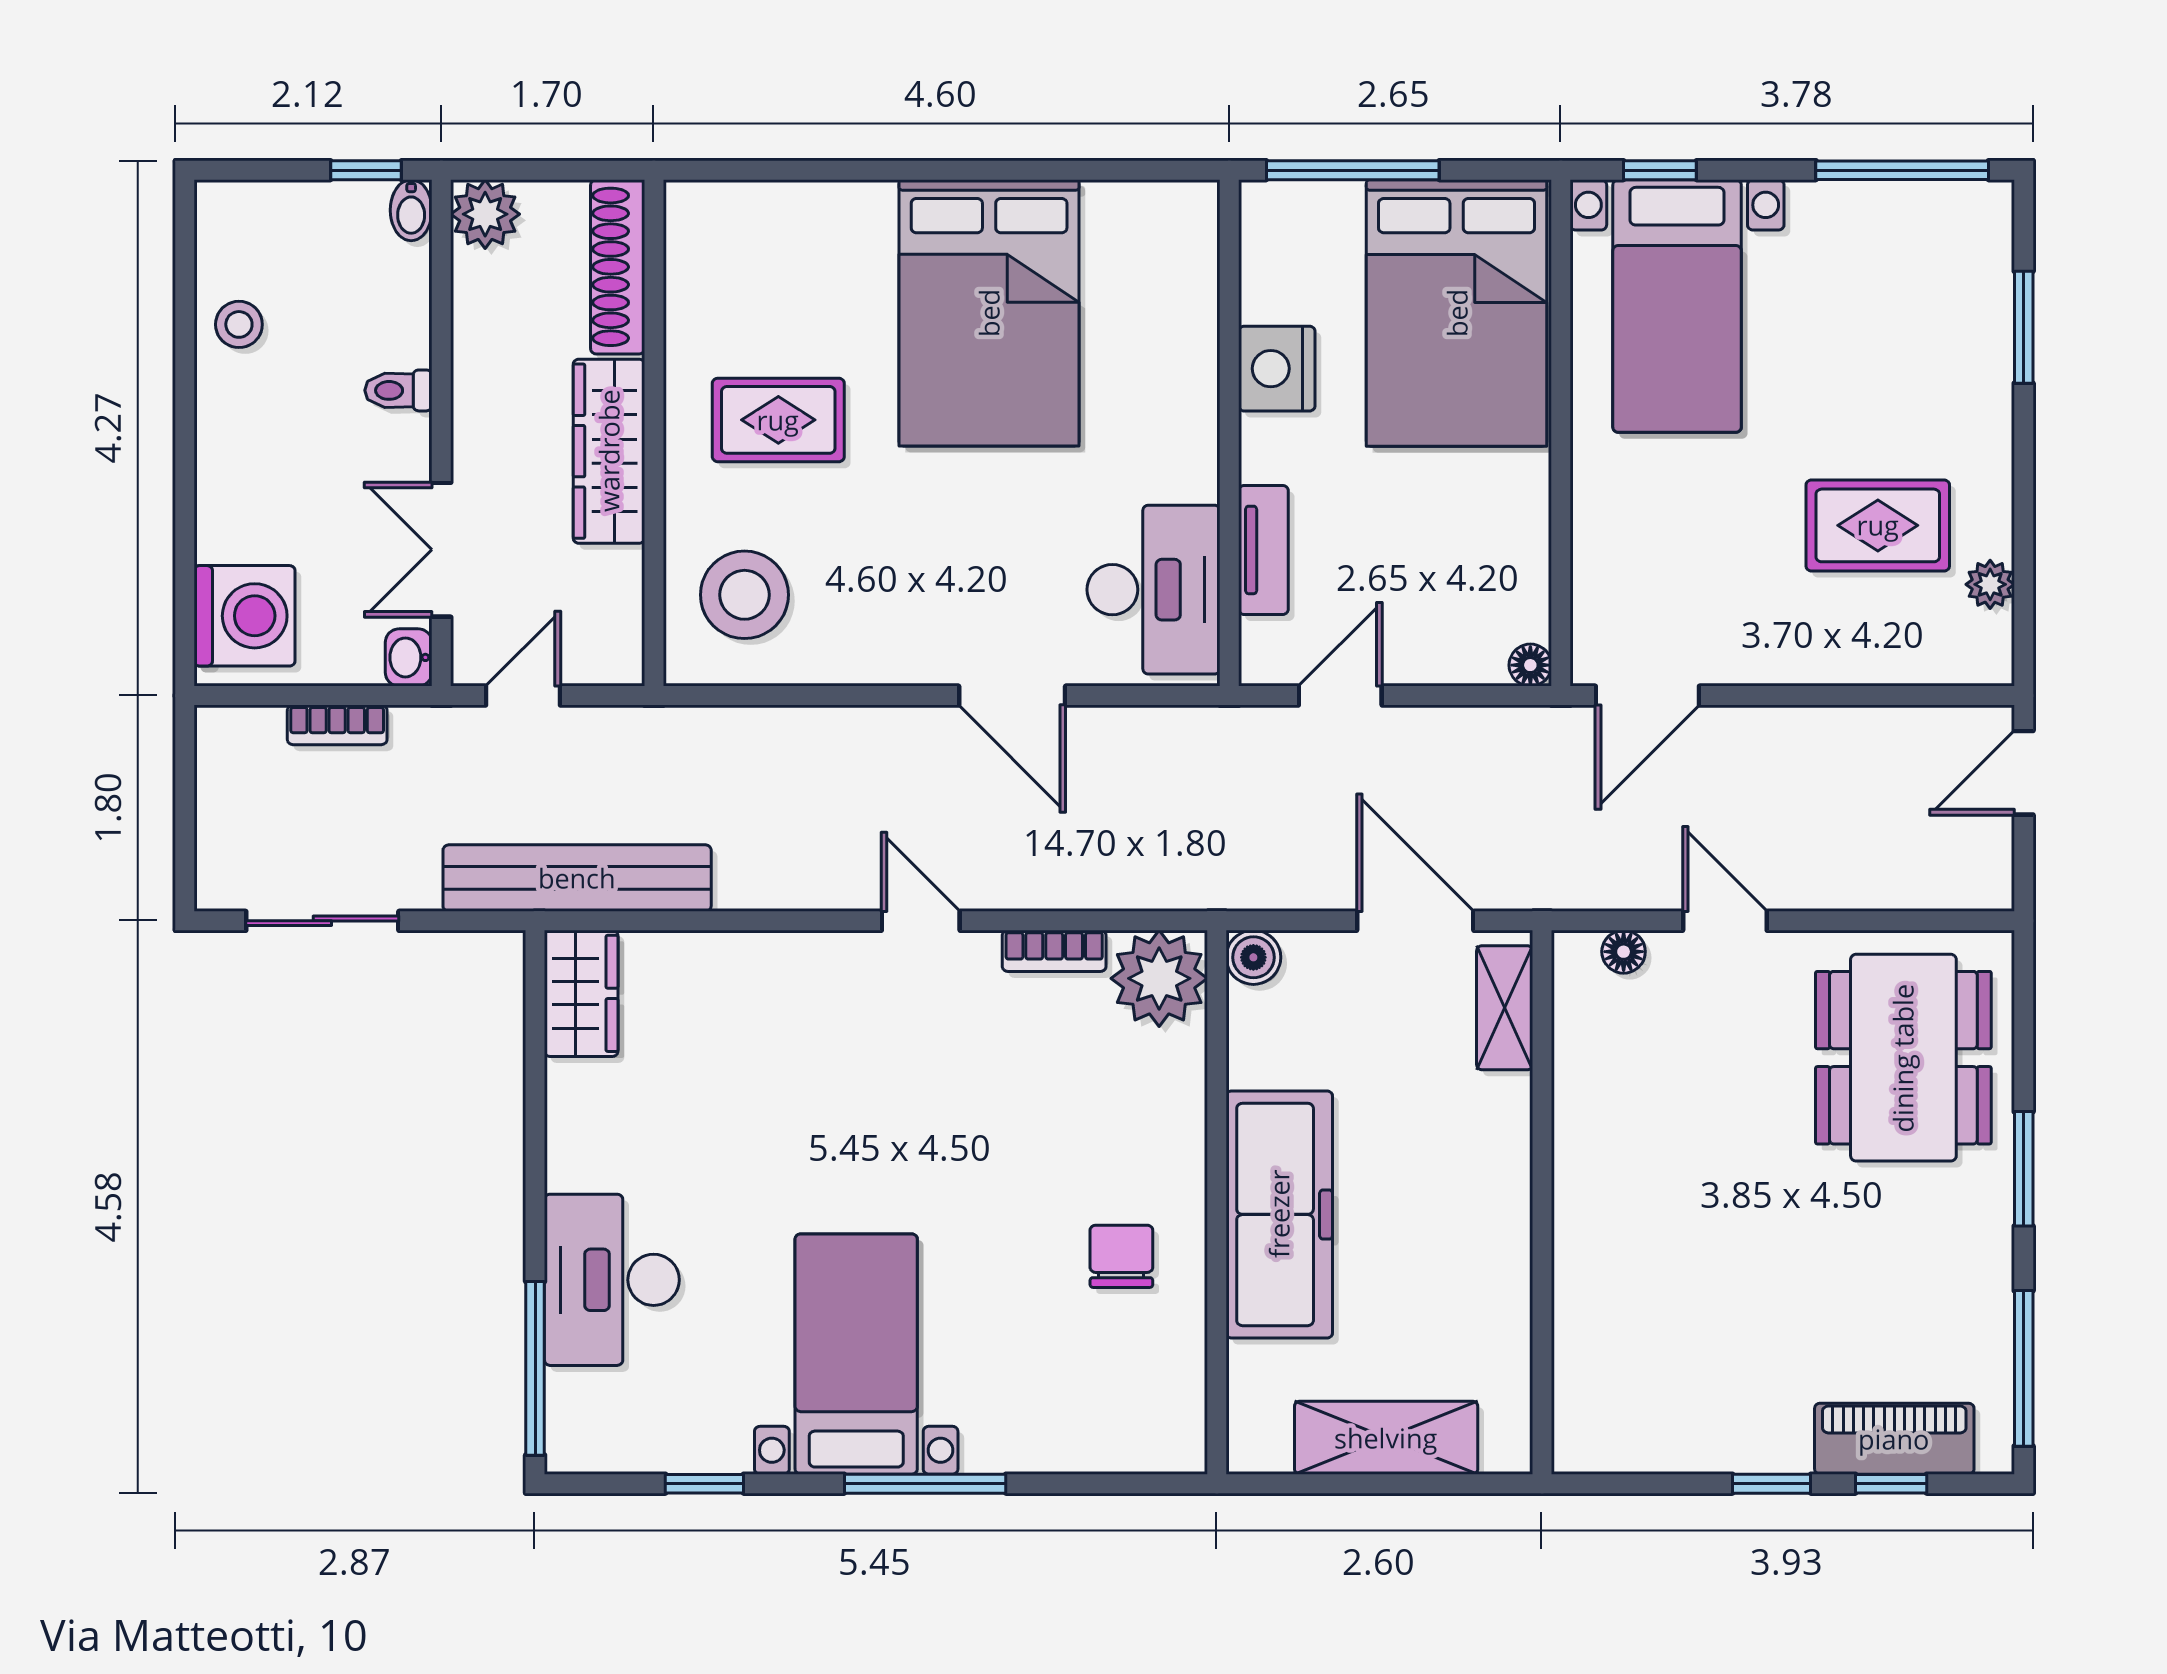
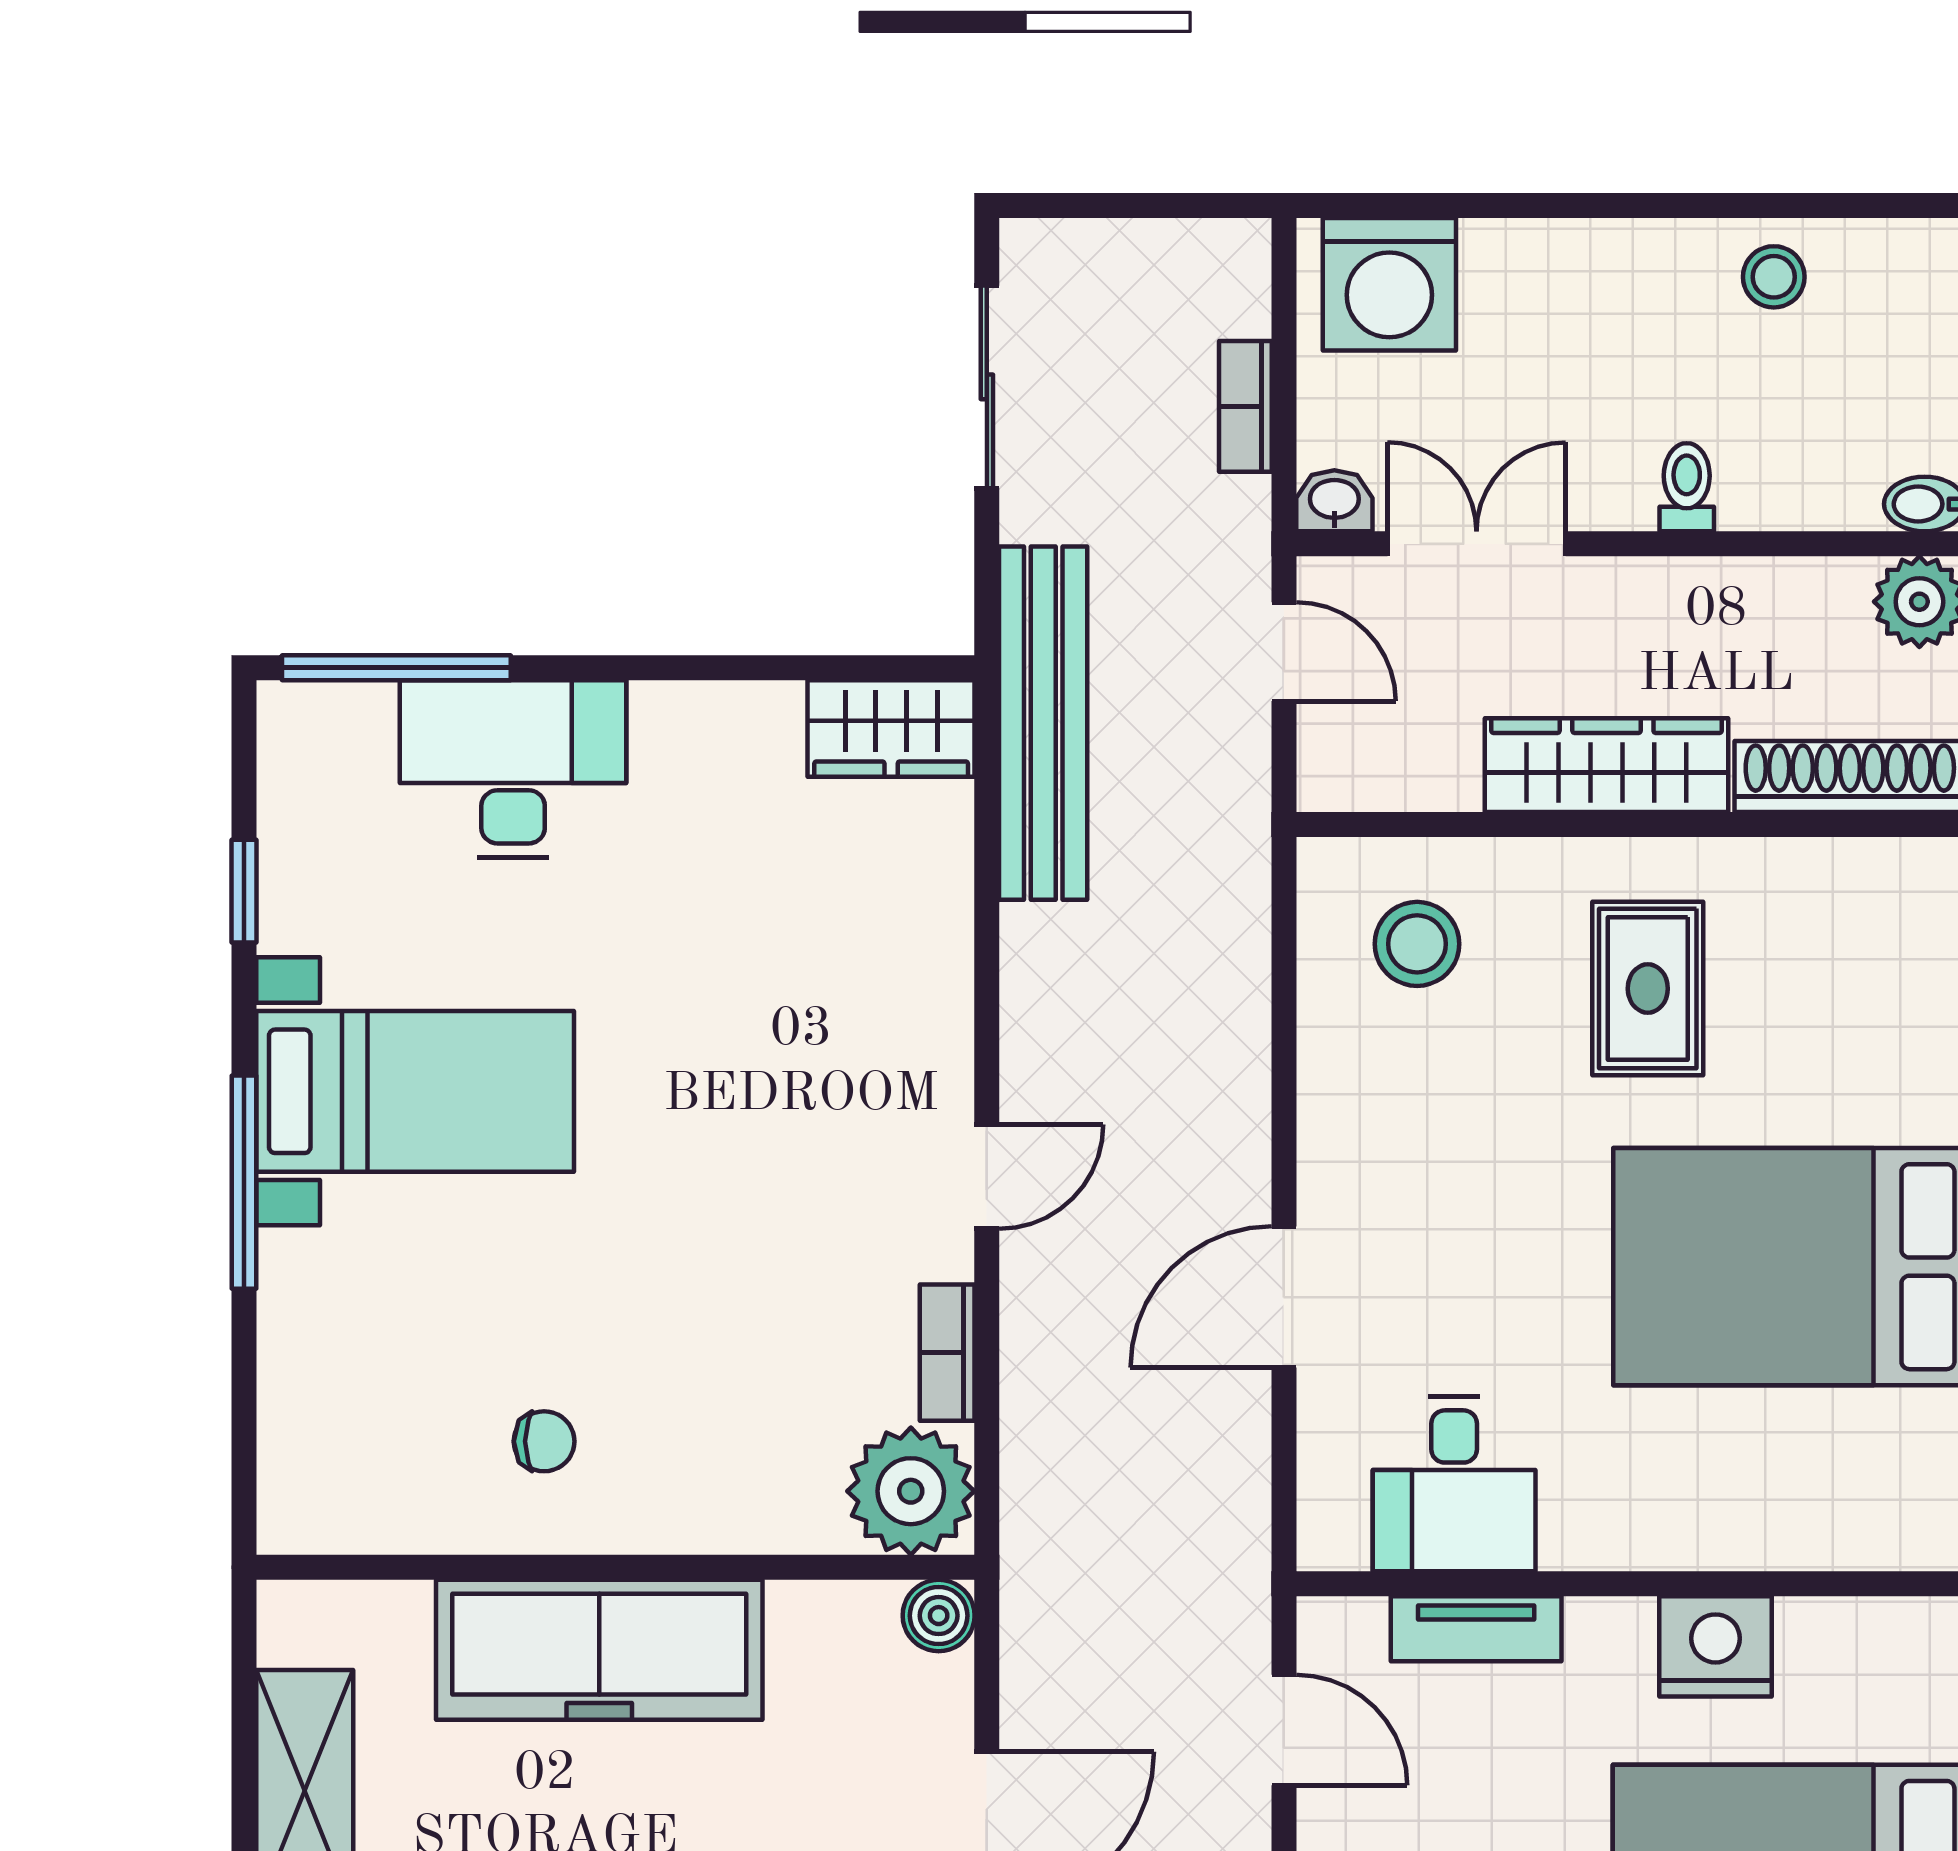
desk: (1154, 590) -> (1454, 1484), width x0.73
stool: (744, 595) -> (1417, 944), width x0.73, depth x0.73
chair: (1121, 1256) -> (544, 1441), width x0.73, depth x0.73

